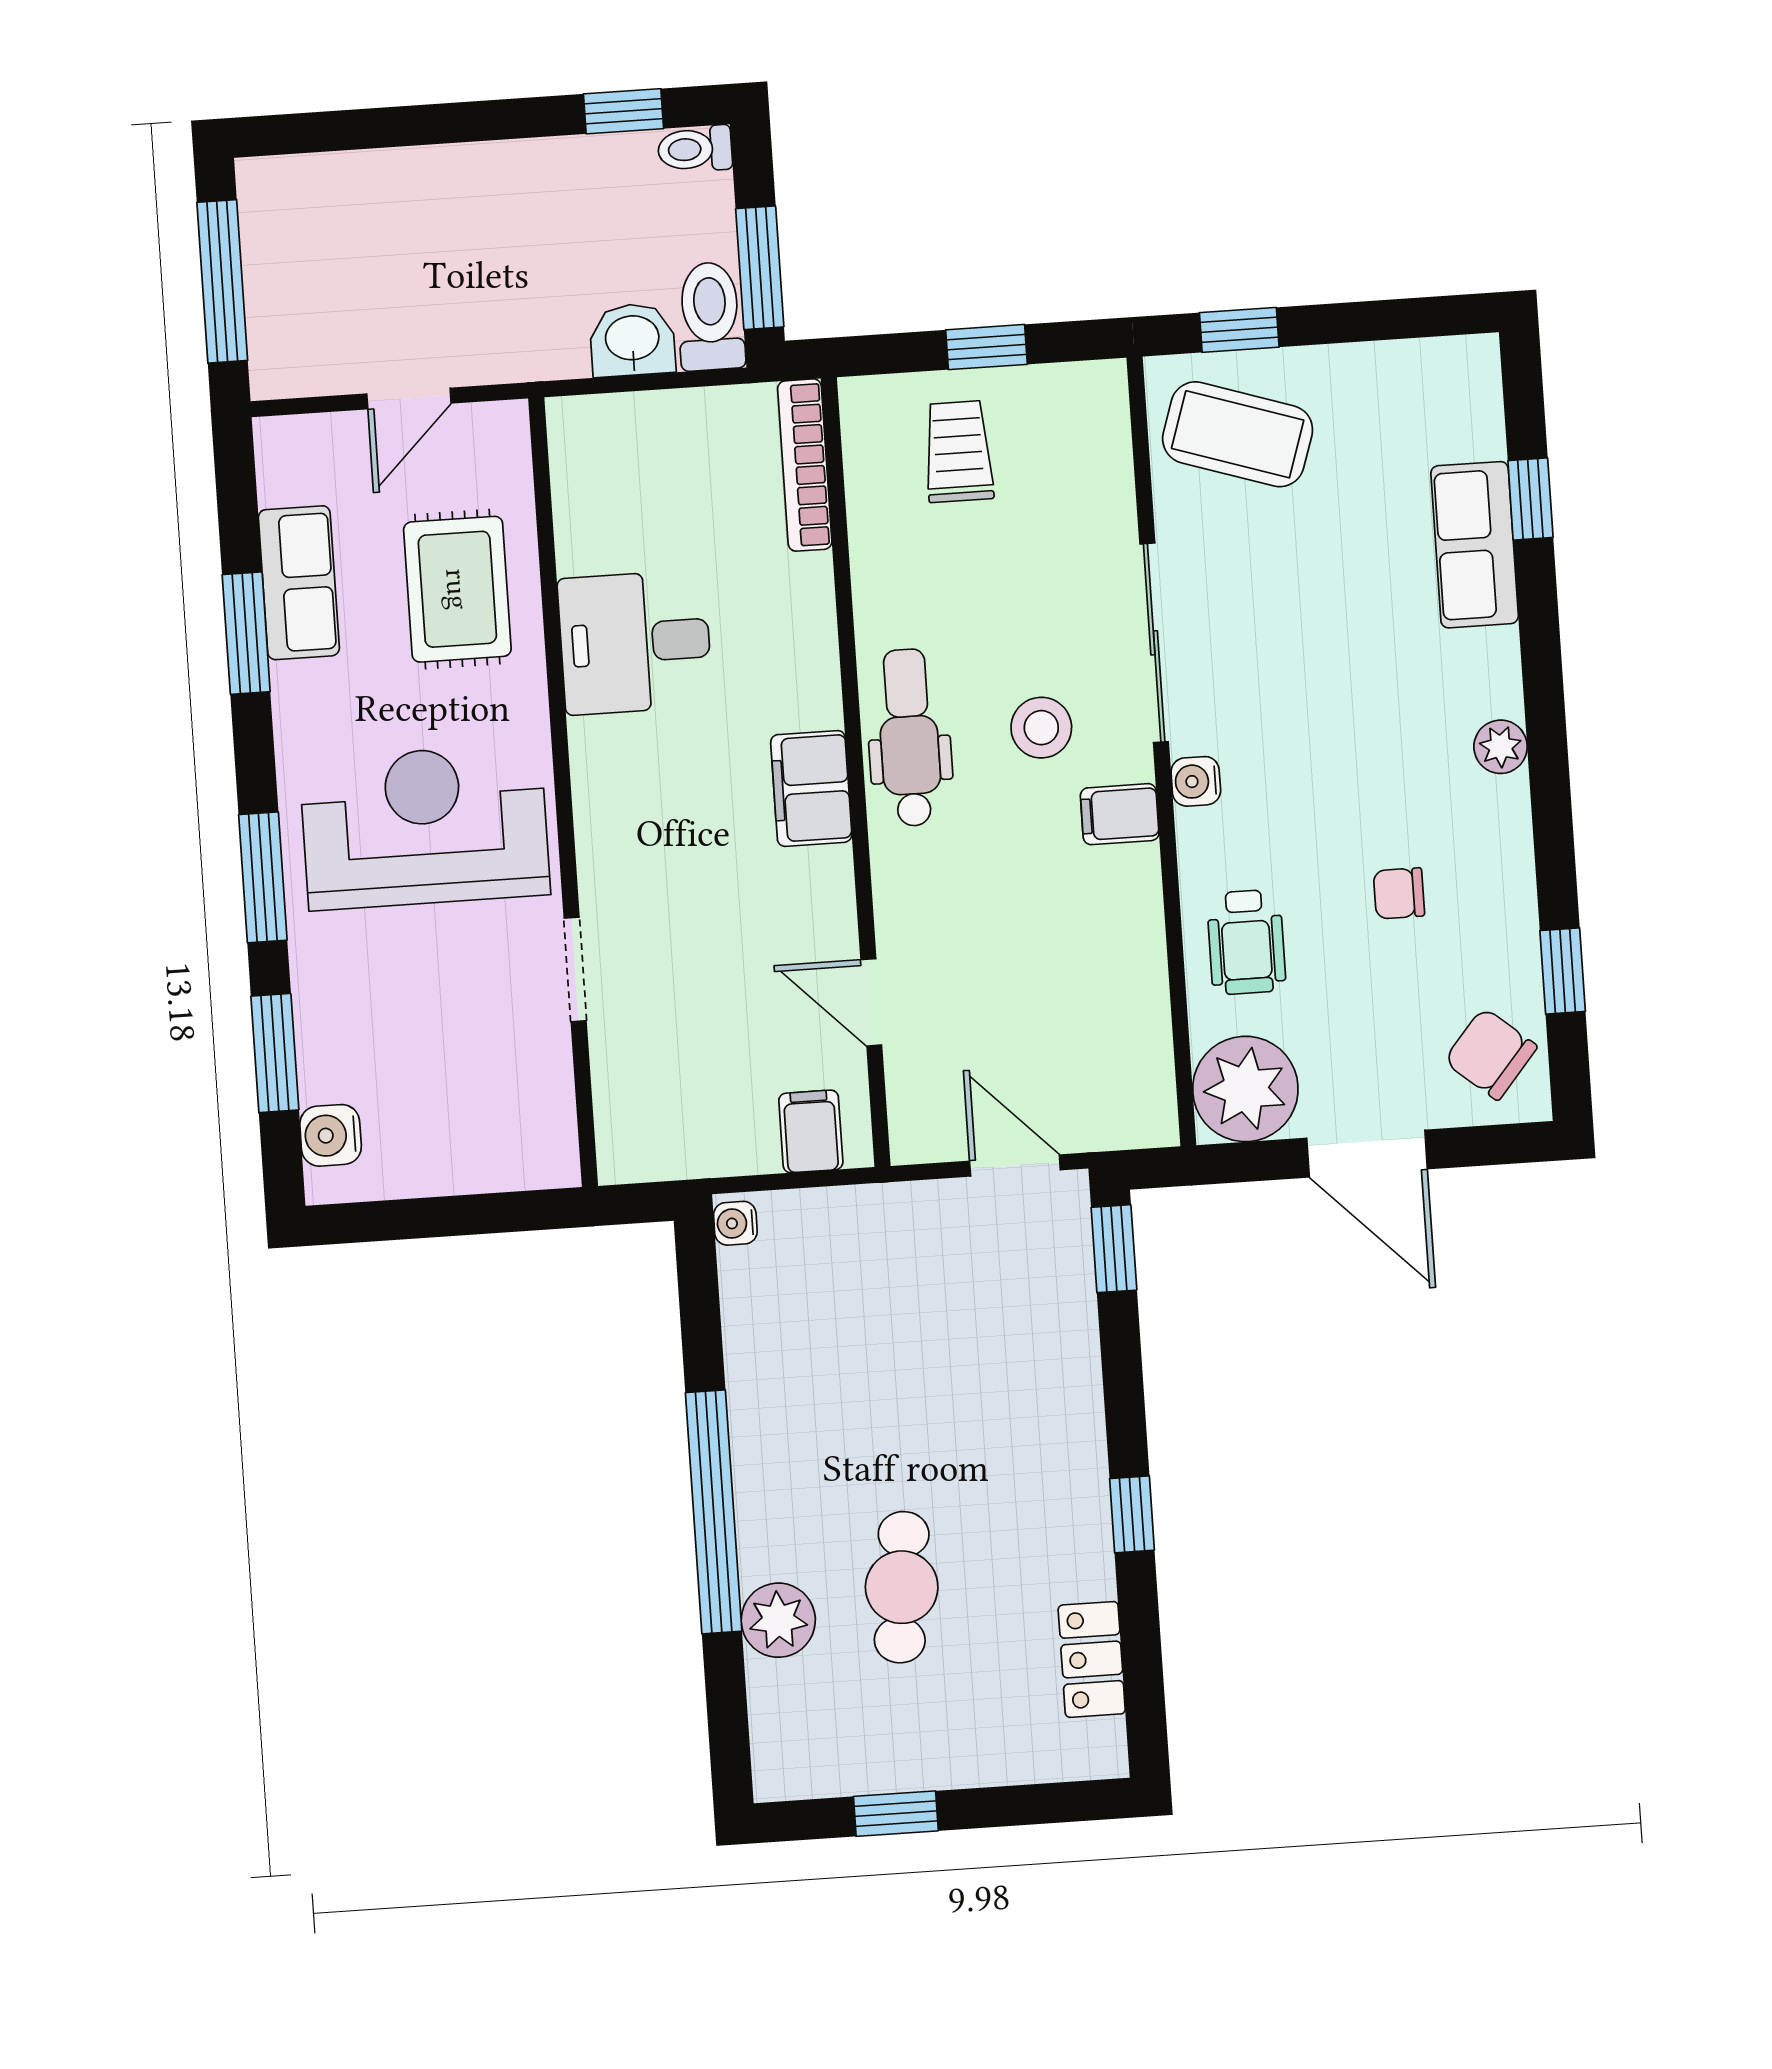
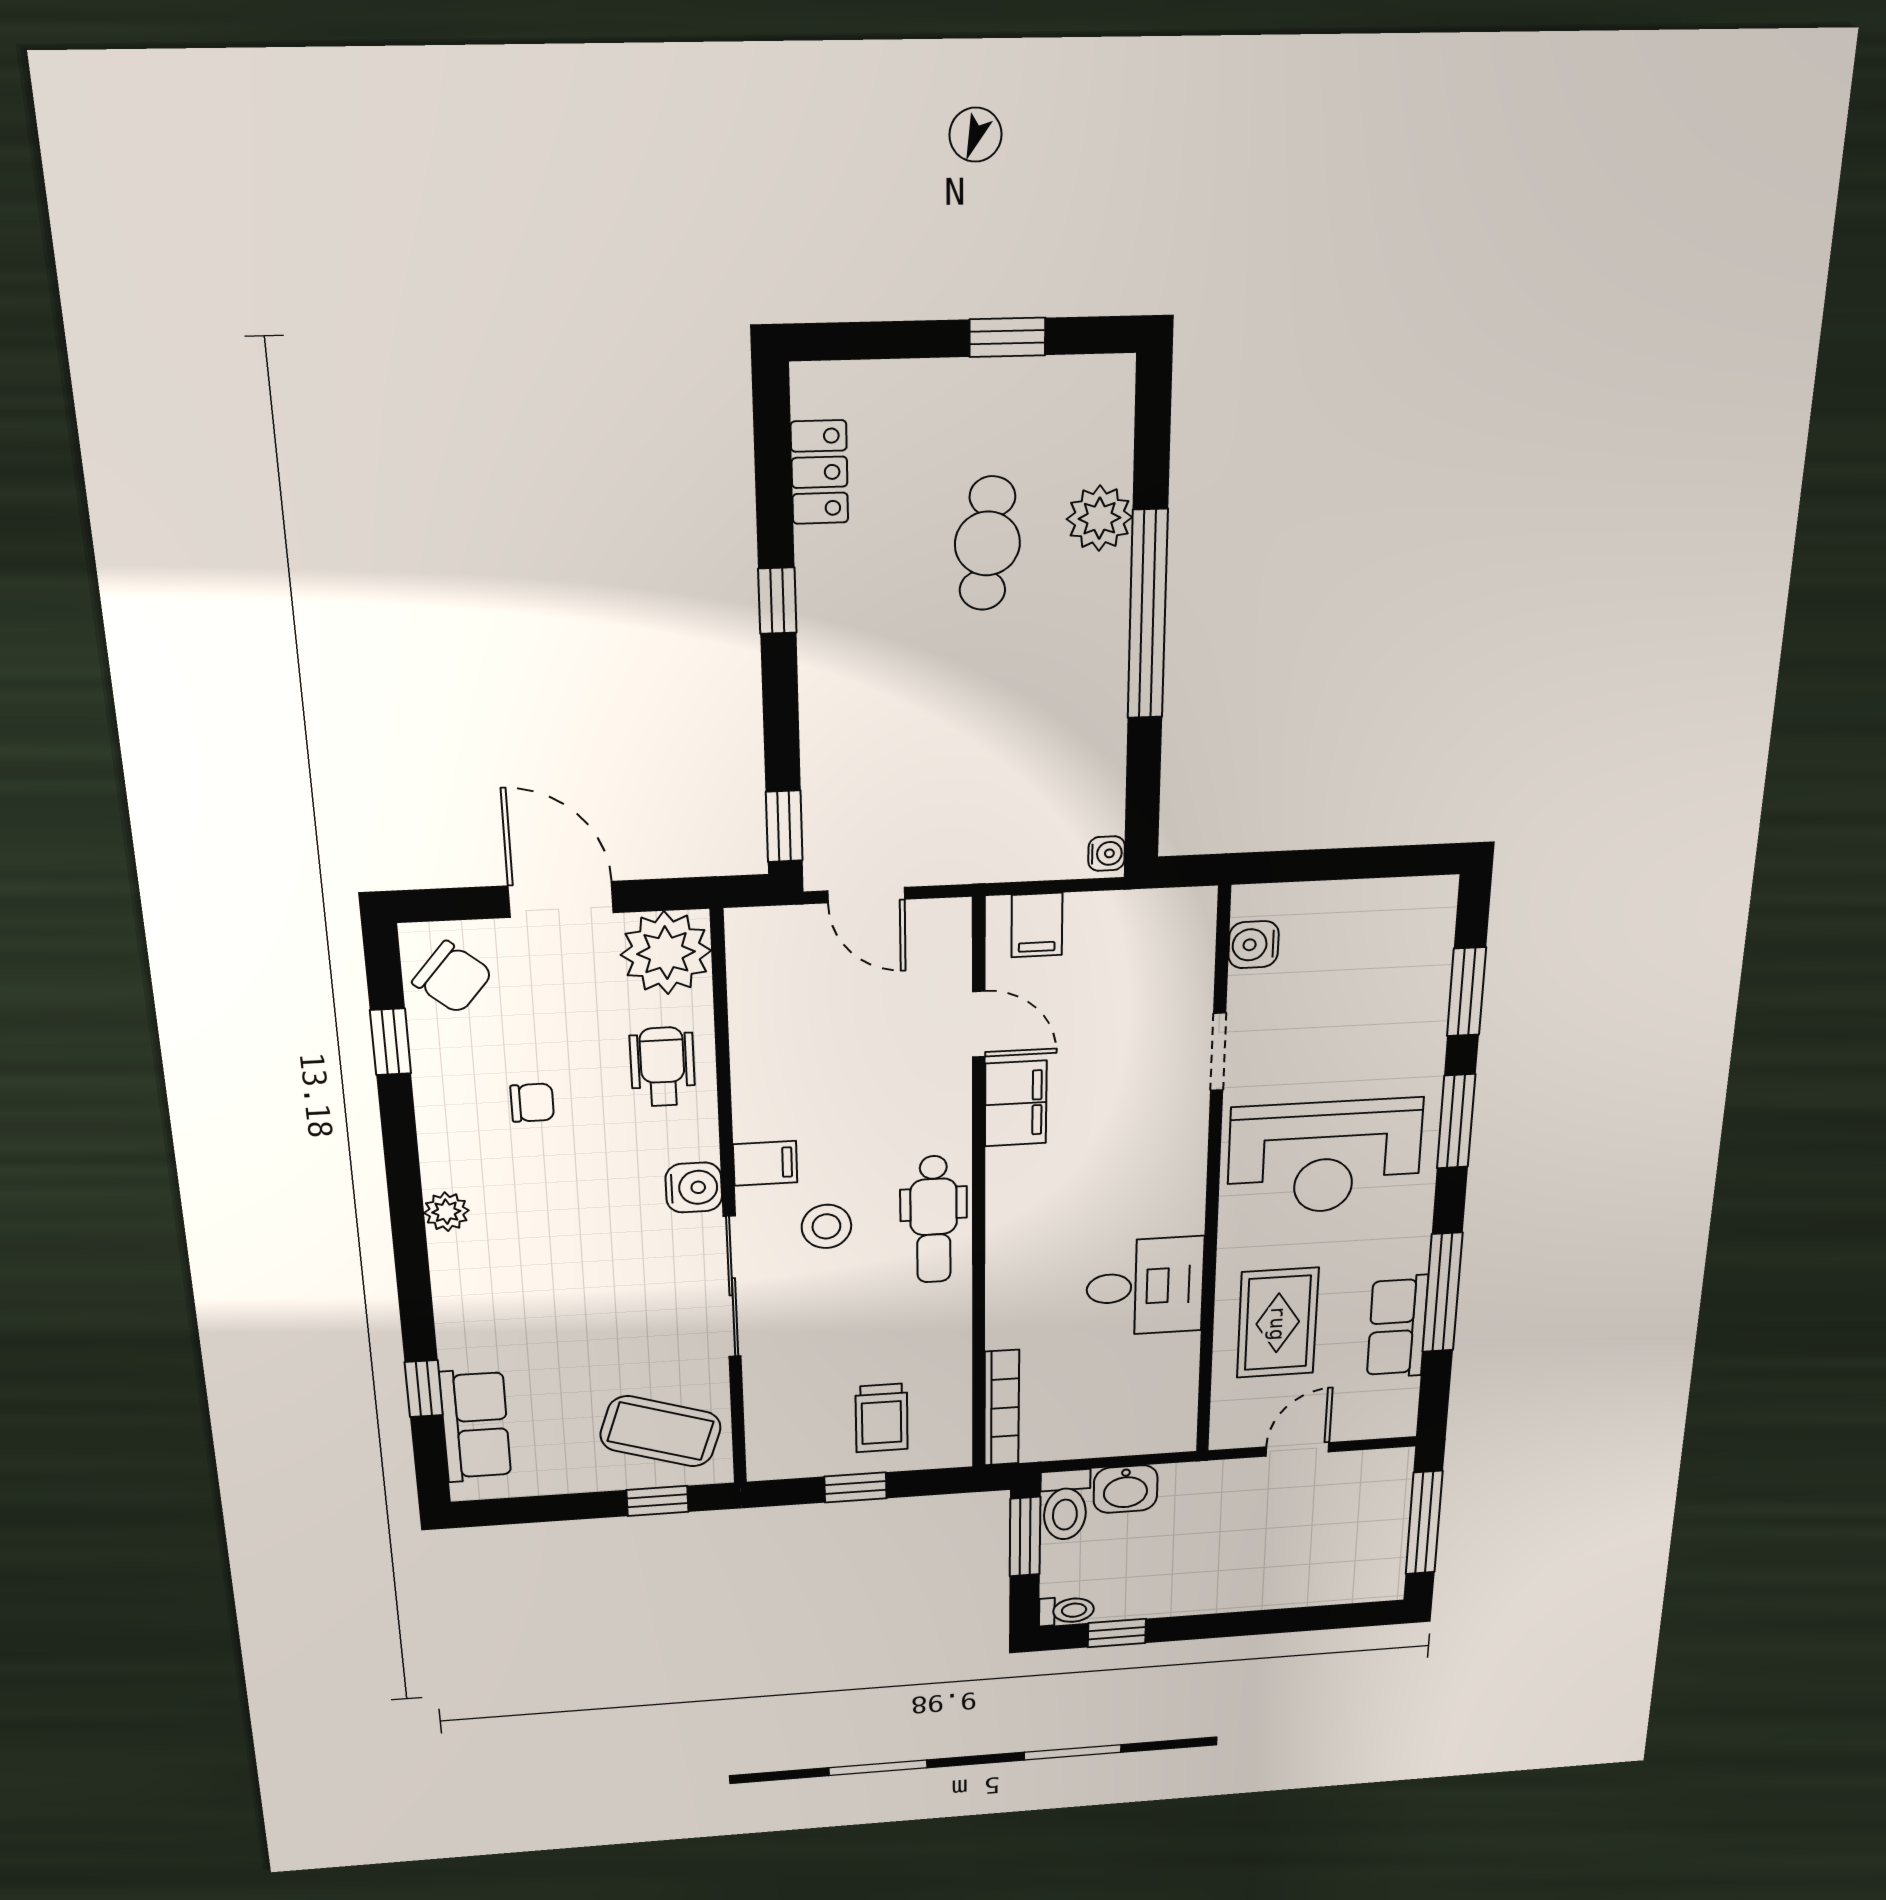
row of seats: (1475, 545) -> (475, 1425), moved
window: (246, 633) -> (1442, 1293), width x1.44
water cooler: (1196, 781) -> (694, 1188), width x1.38, depth x1.38
filing cabinet: (811, 788) -> (1016, 1103), moved
water cooler: (331, 1135) -> (1254, 945), moved, turned 180

